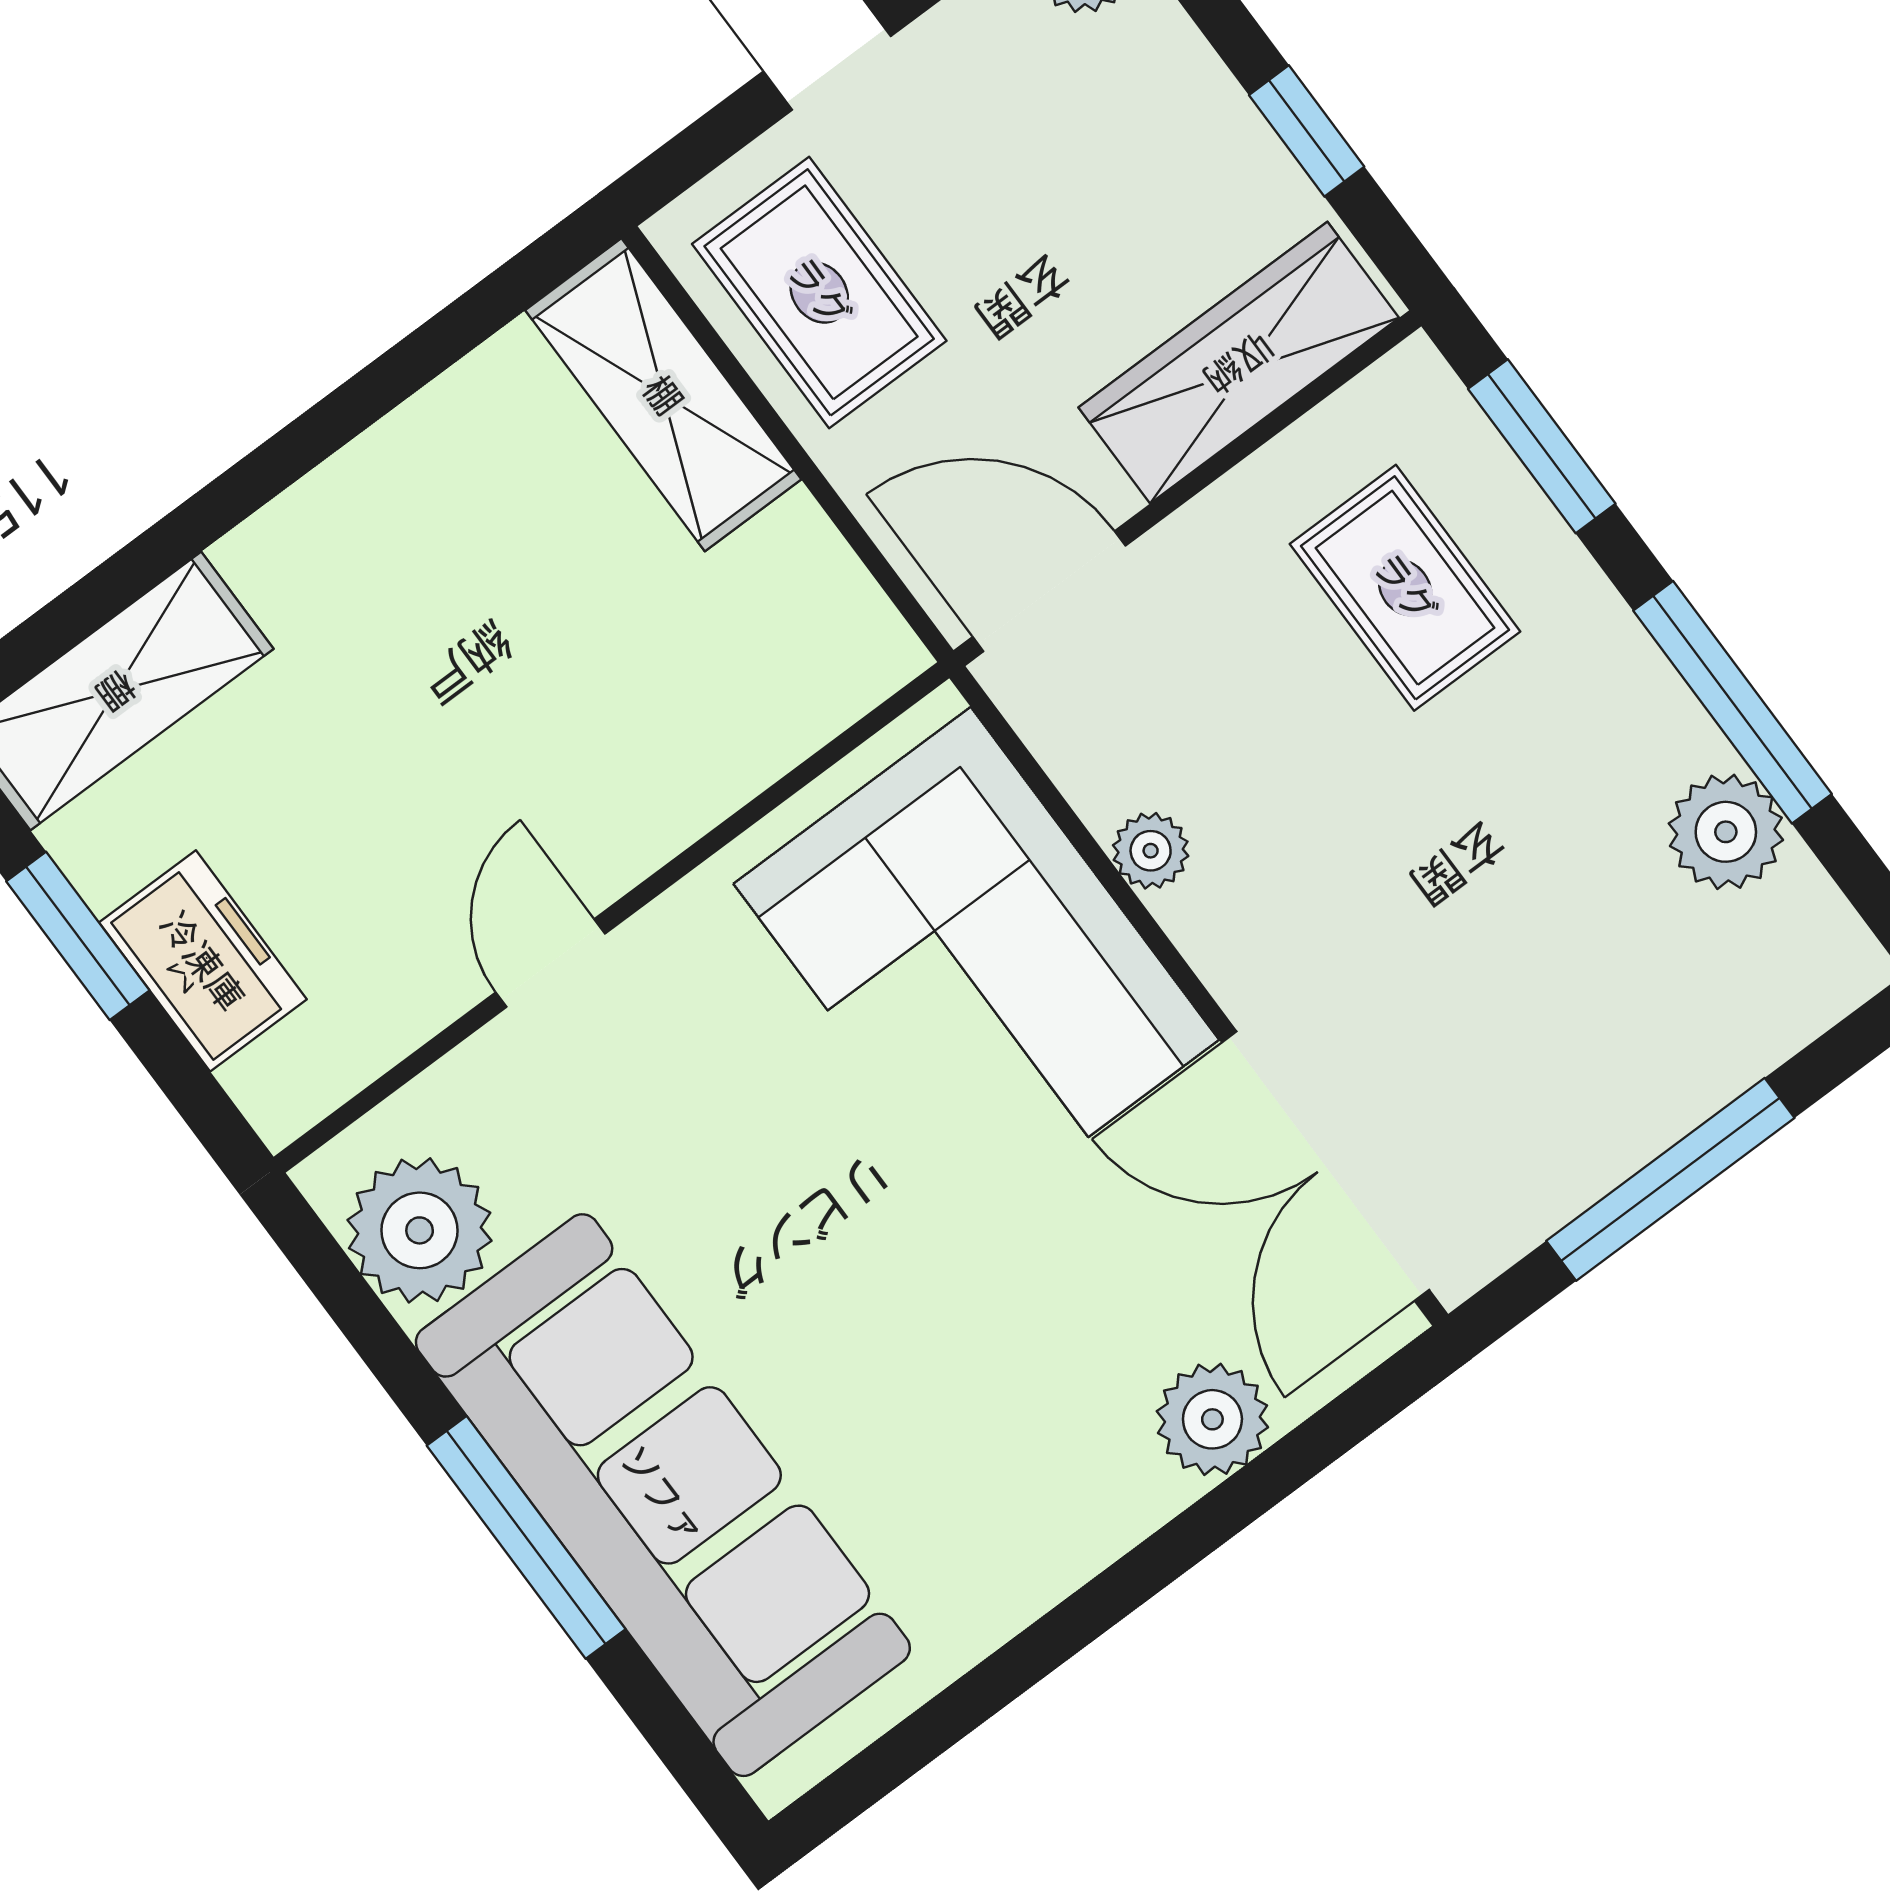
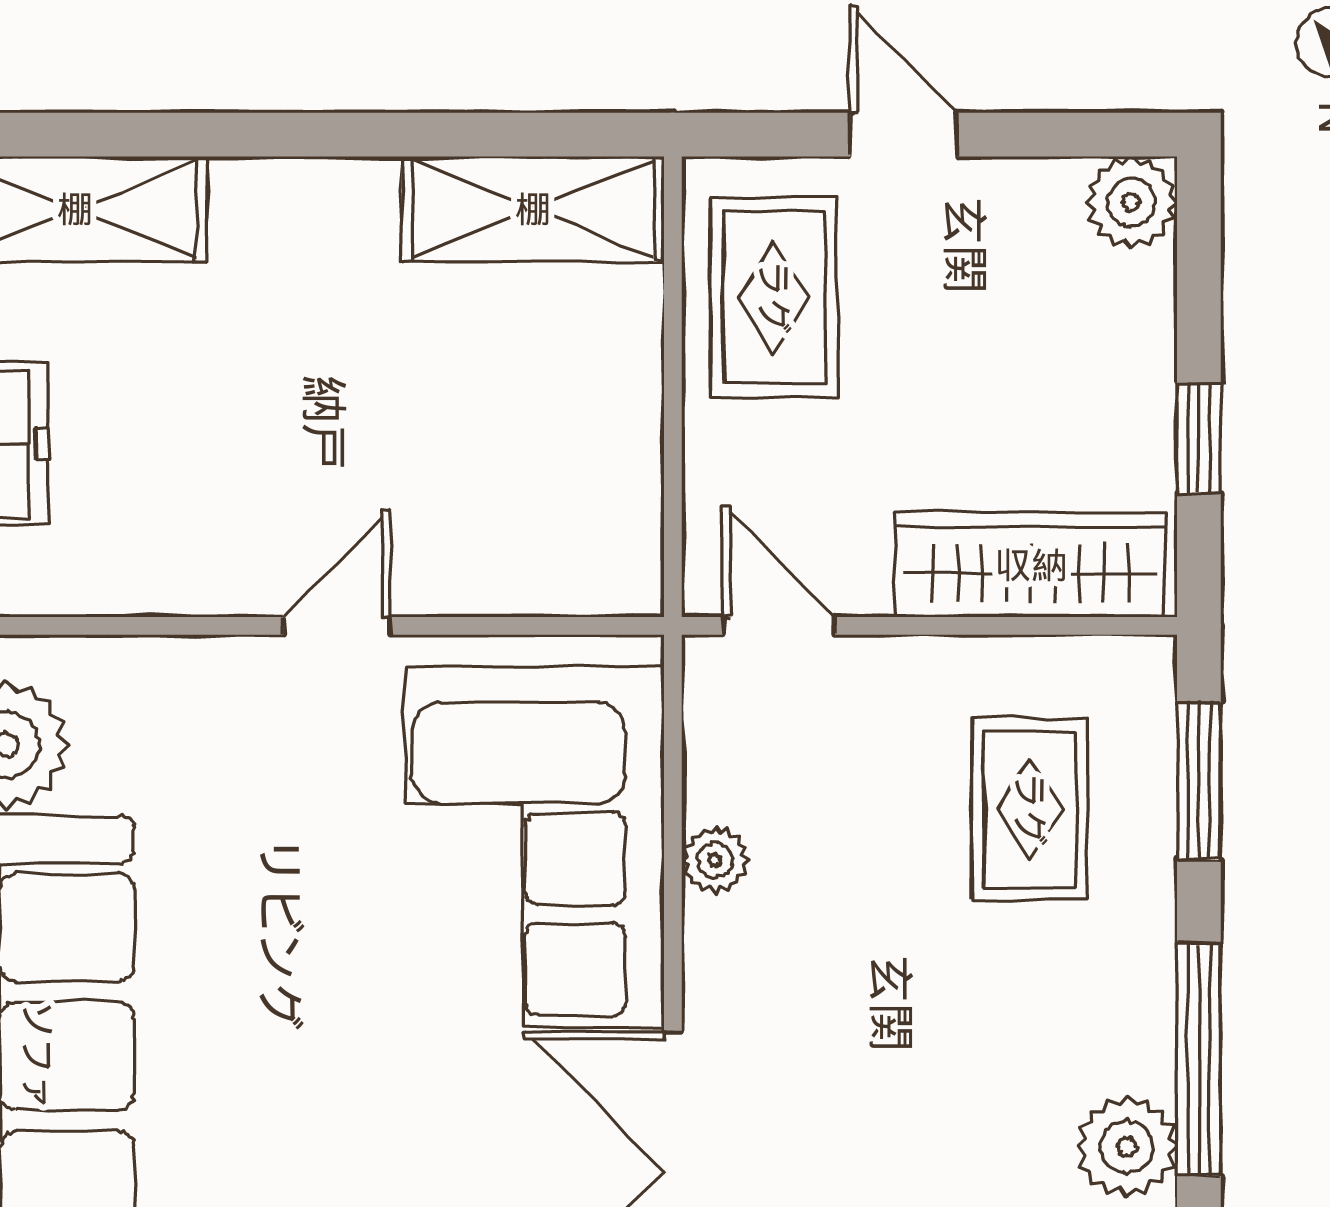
shelving: (663, 395) -> (533, 209), moved, turned 90
door: (1049, 591) -> (779, 626), width x0.73
door: (550, 963) -> (337, 626), moved

